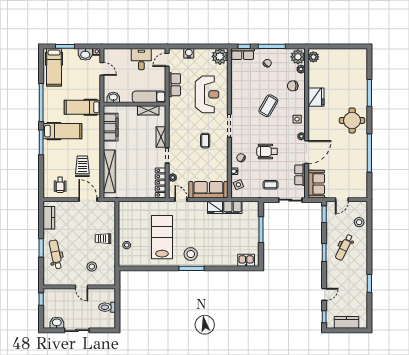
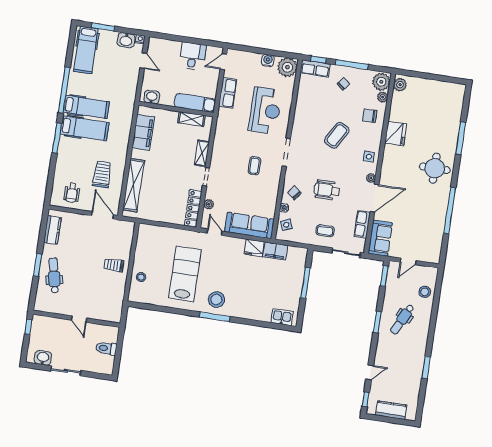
water cooler: (189, 53) -> (268, 60), moved
hospital bed: (82, 107) -> (86, 107), moved, turned 180
stool: (92, 267) -> (95, 297), removed

